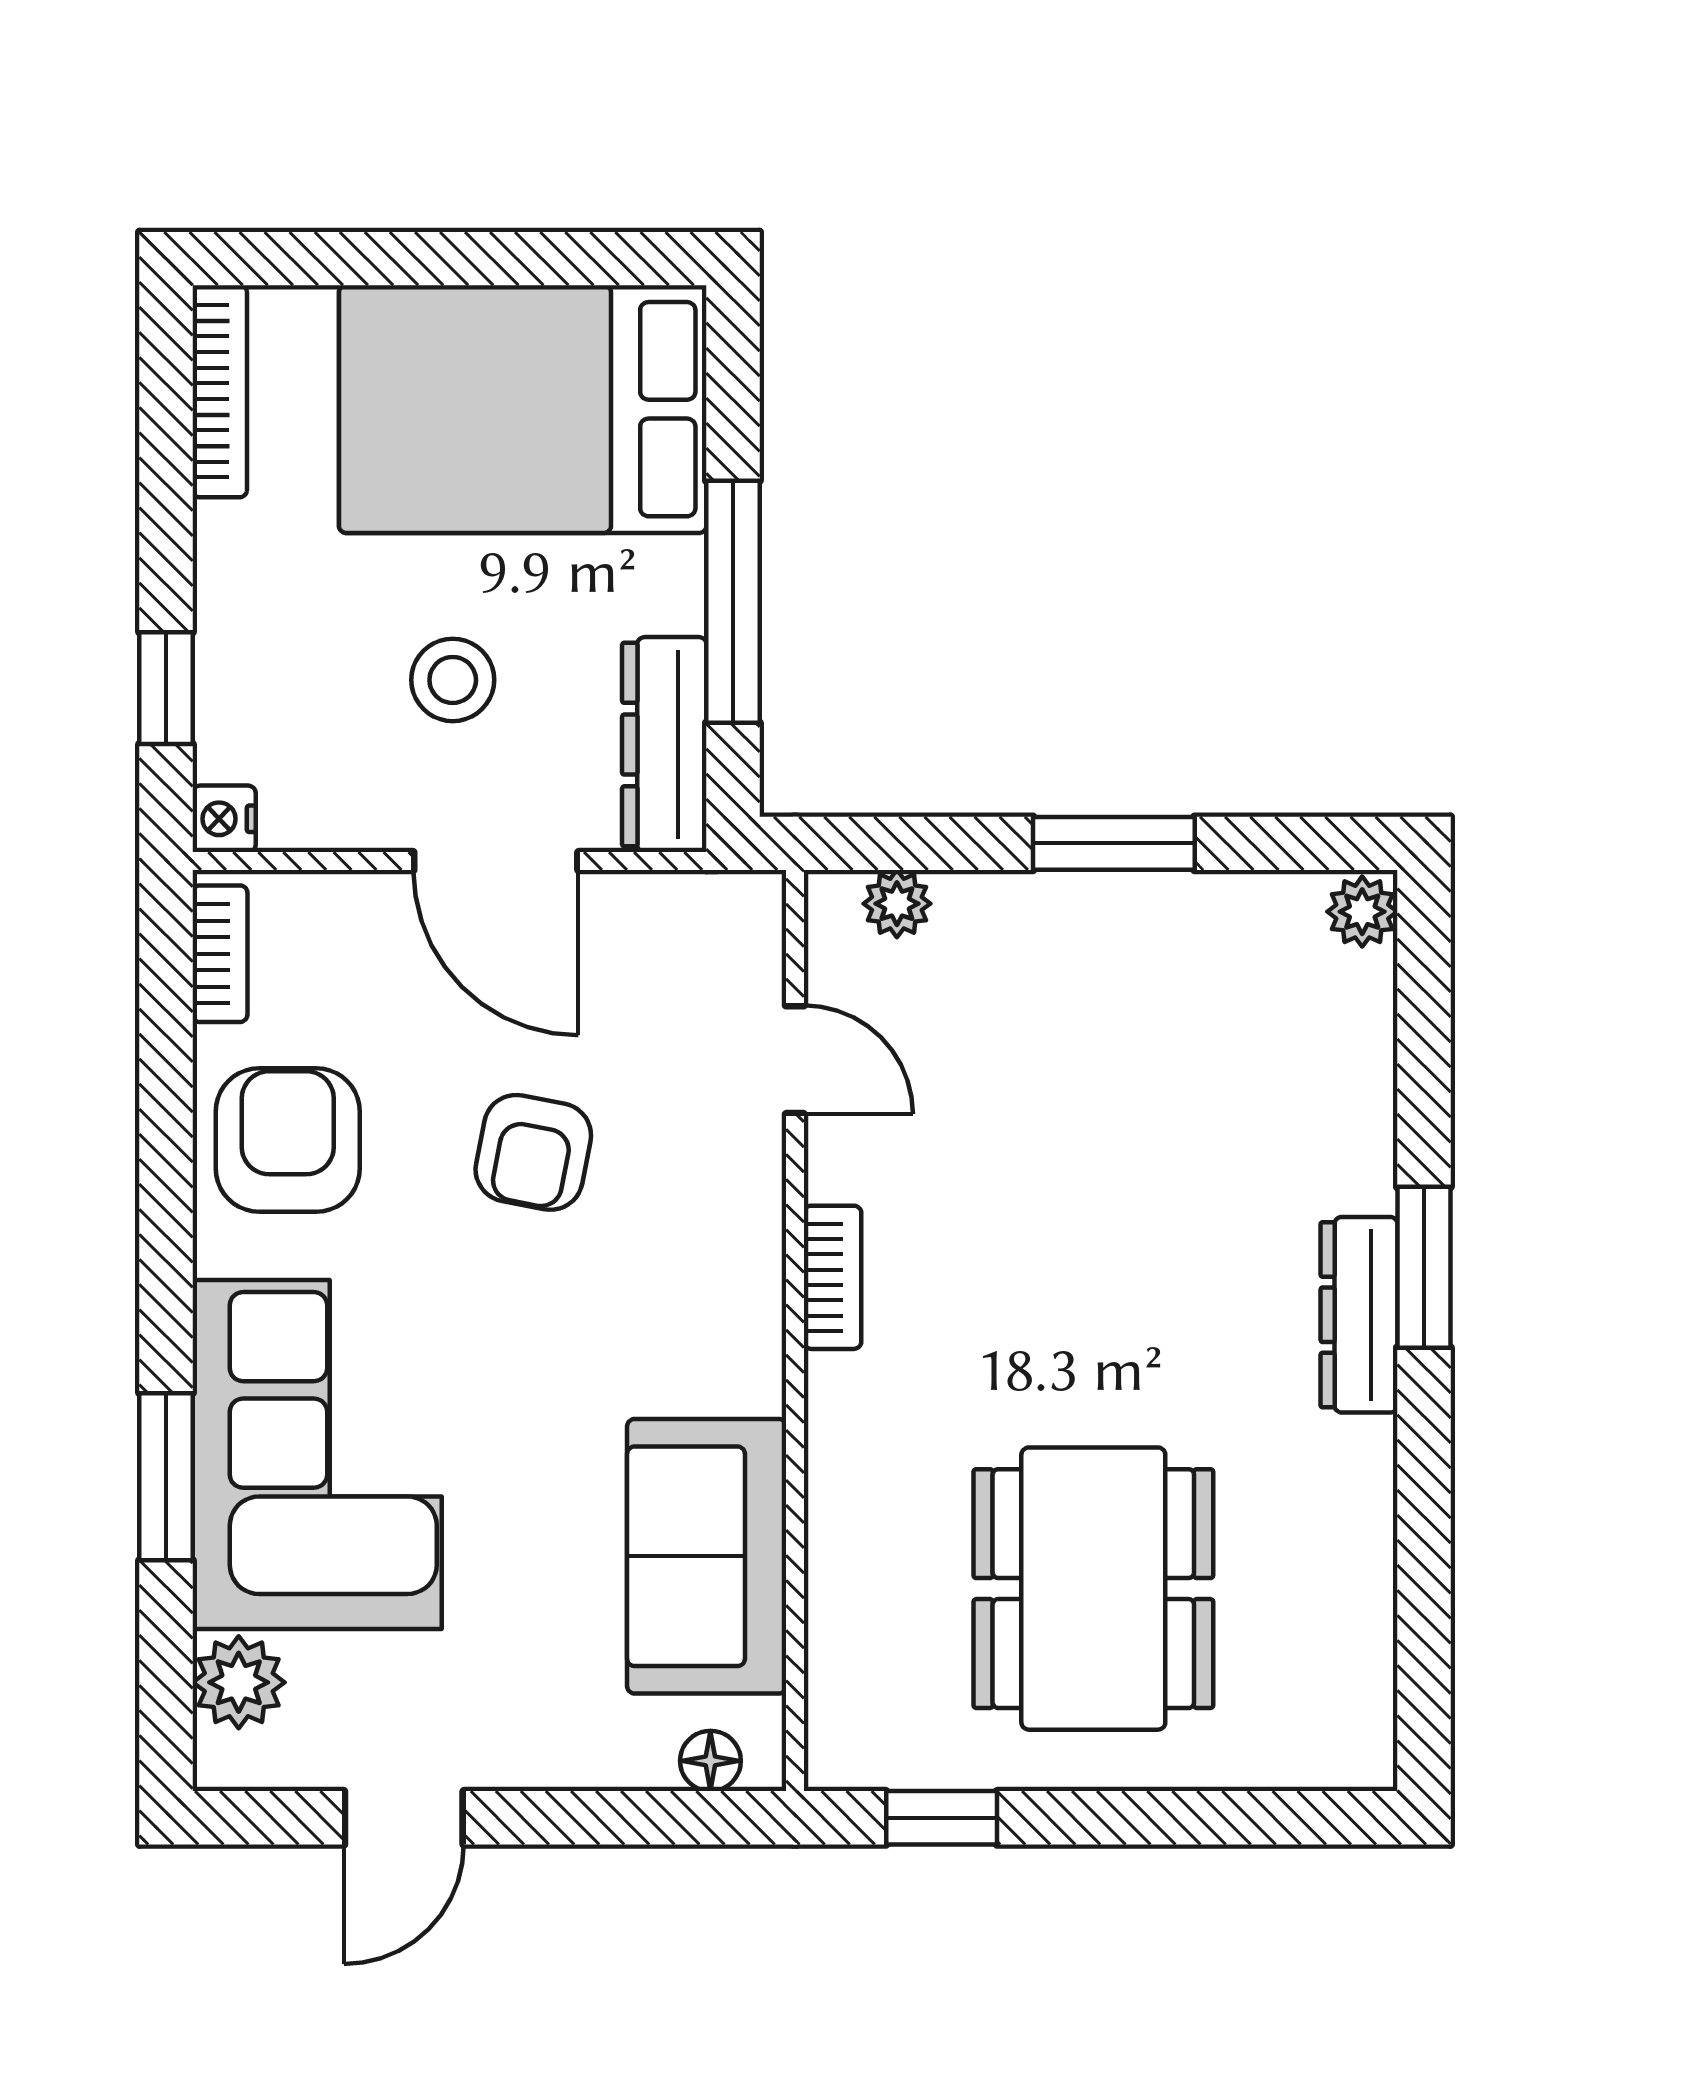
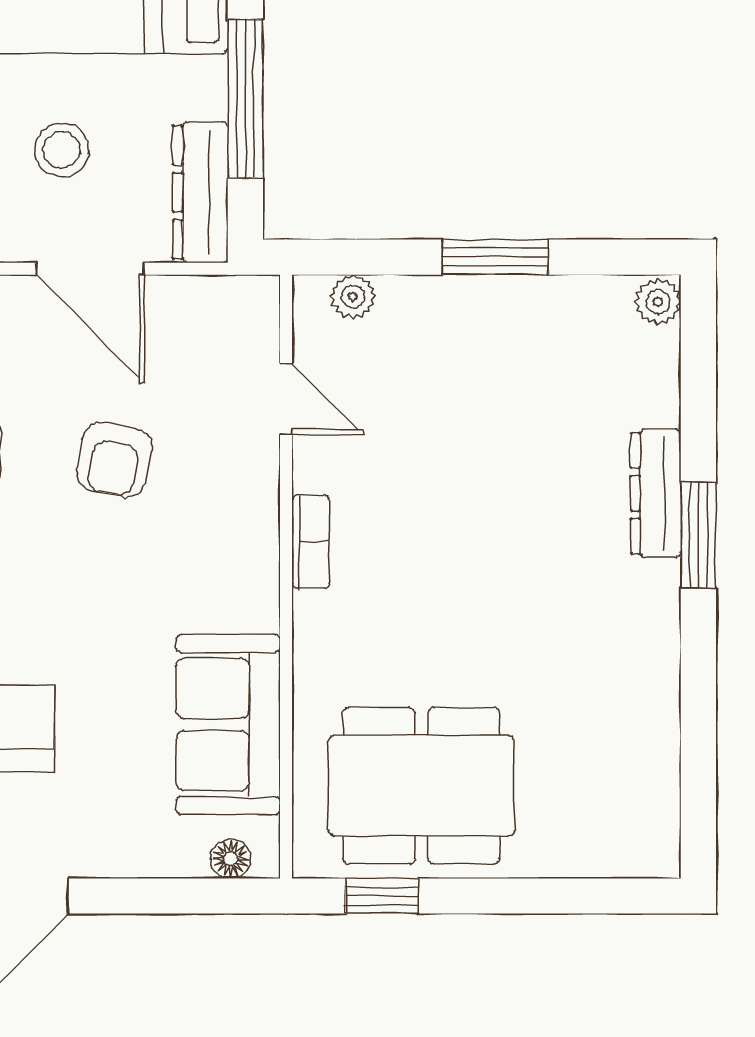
dresser: (1359, 1315) -> (656, 493), moved
dining table: (1093, 1589) -> (421, 786), moved, turned 90

